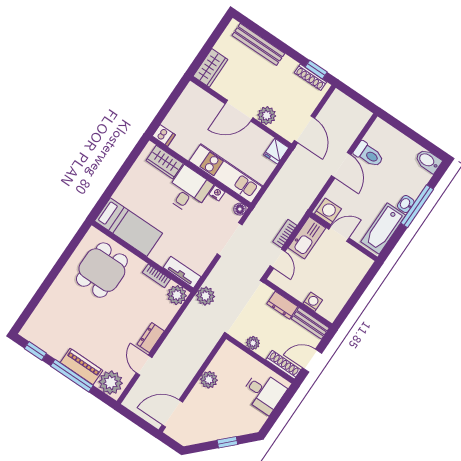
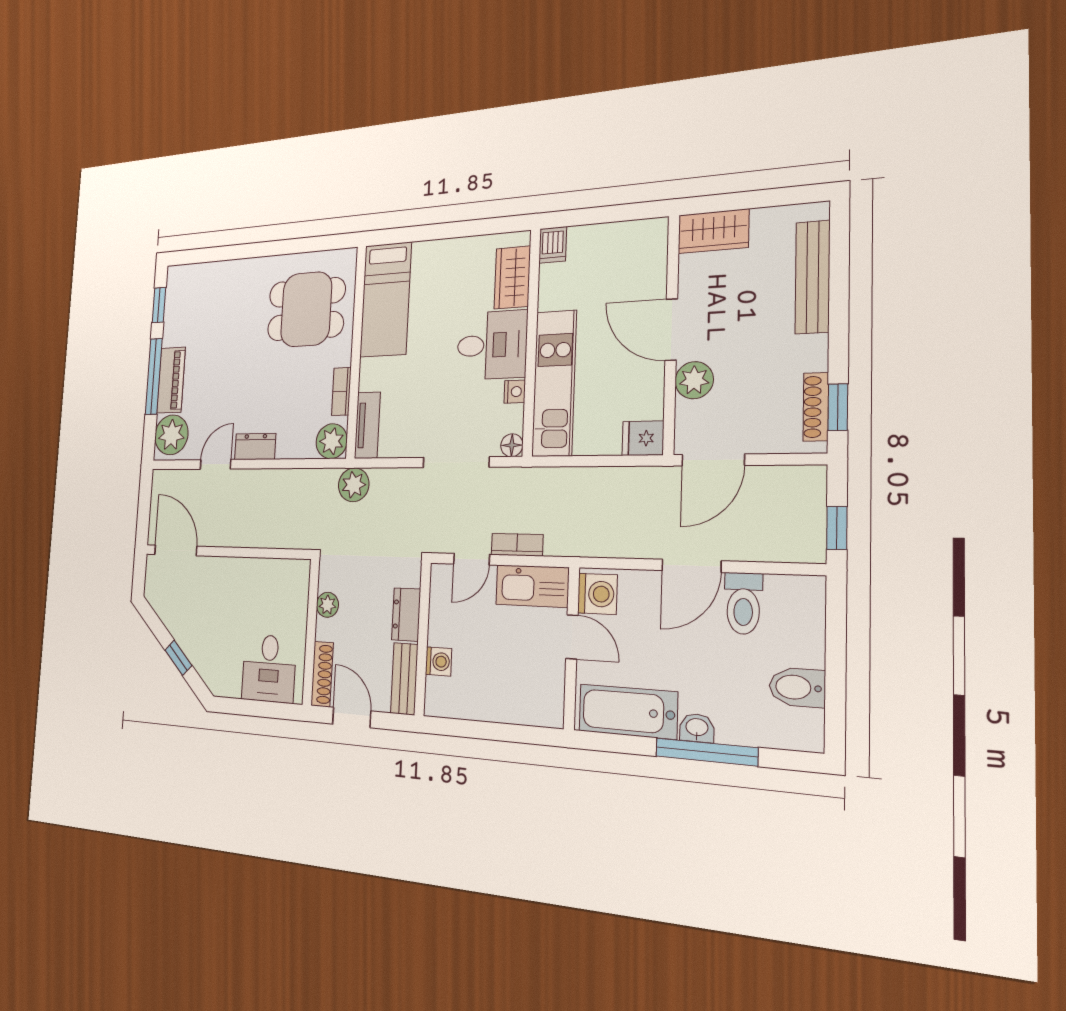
window: (362, 101) -> (837, 528), added
bidet: (428, 161) -> (797, 687), moved, turned -90
plant: (209, 380) -> (244, 572), removed

